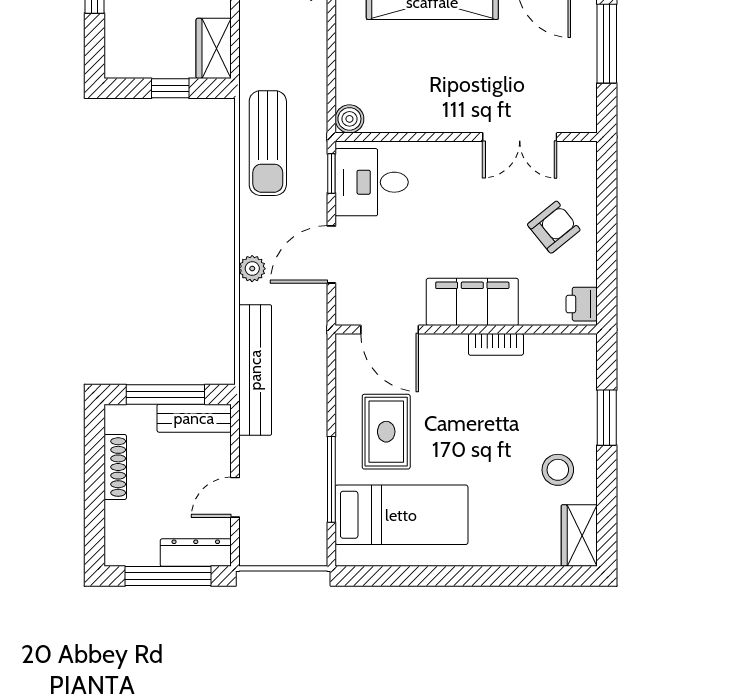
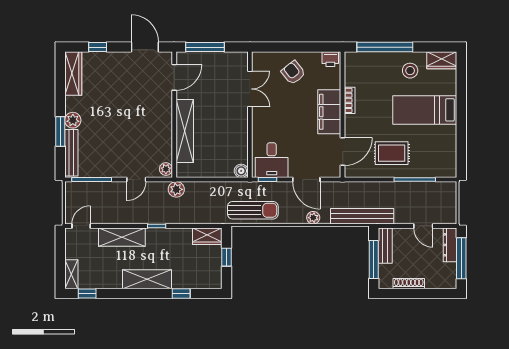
window: (607, 418) -> (385, 47), width x2.11
bed: (401, 515) -> (425, 110), moved, turned -90

